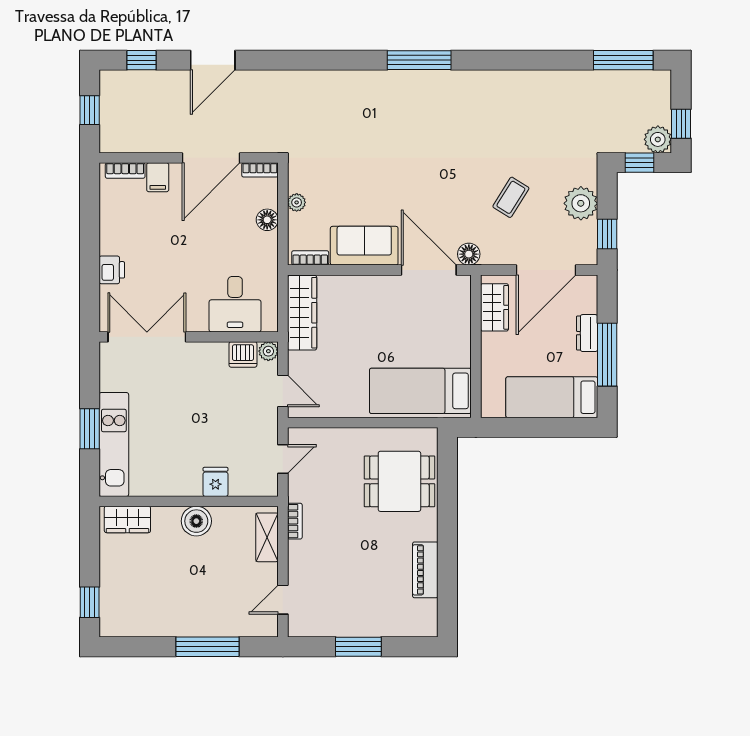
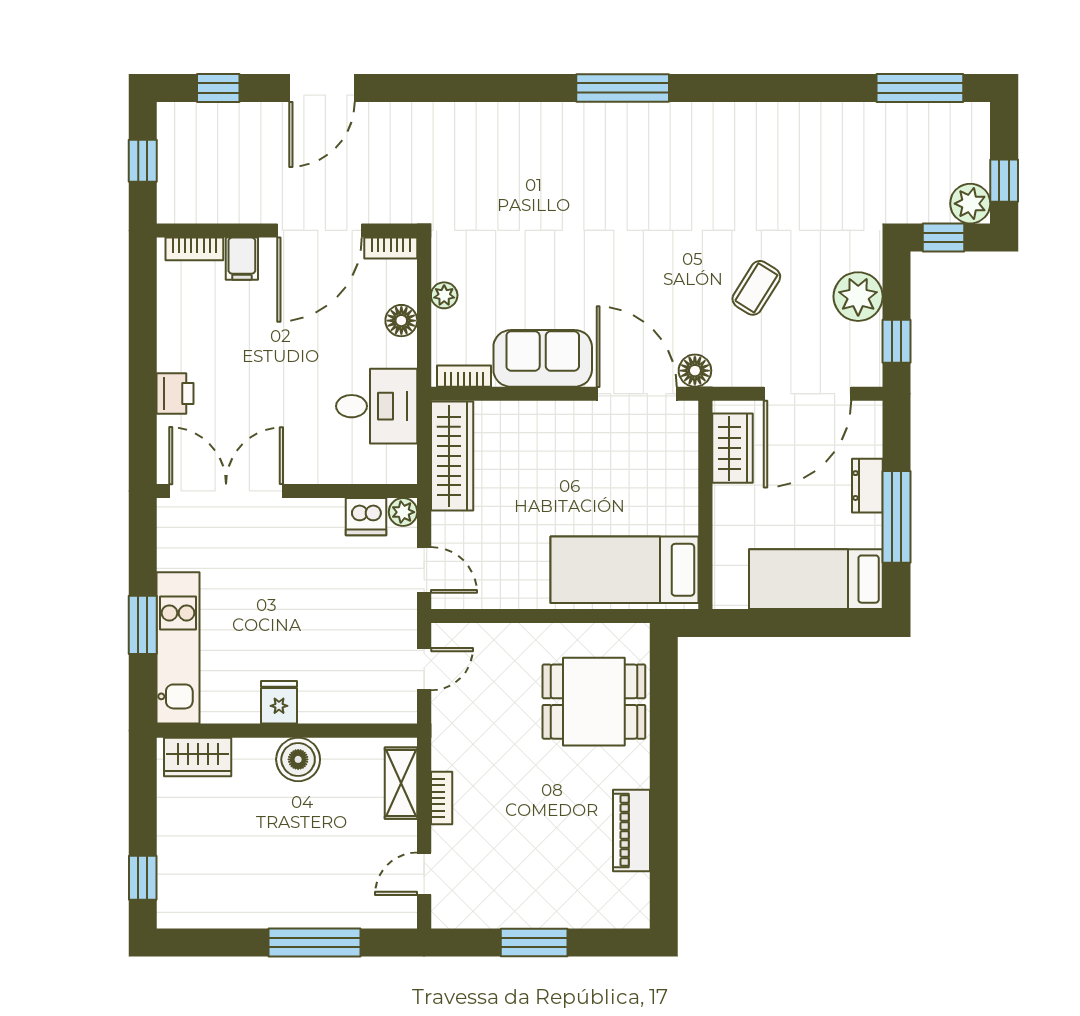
desk: (235, 304) -> (377, 406), moved, turned -90
fridge: (215, 482) -> (279, 702), moved
bookcase: (295, 521) -> (442, 798), moved

